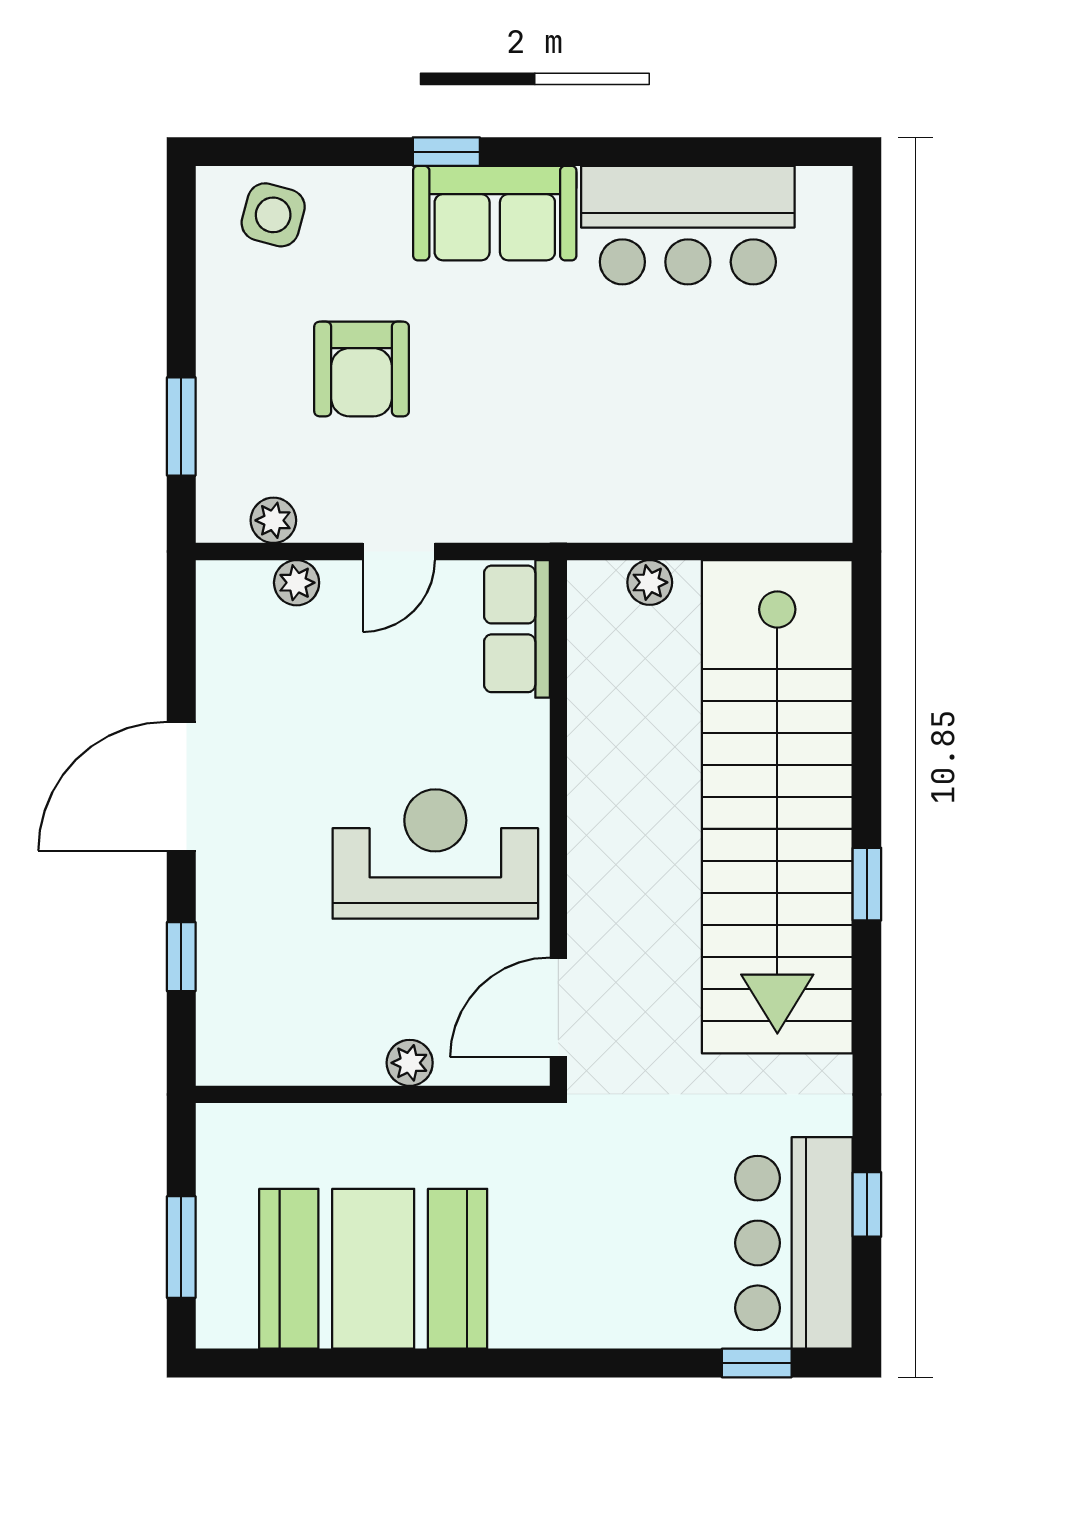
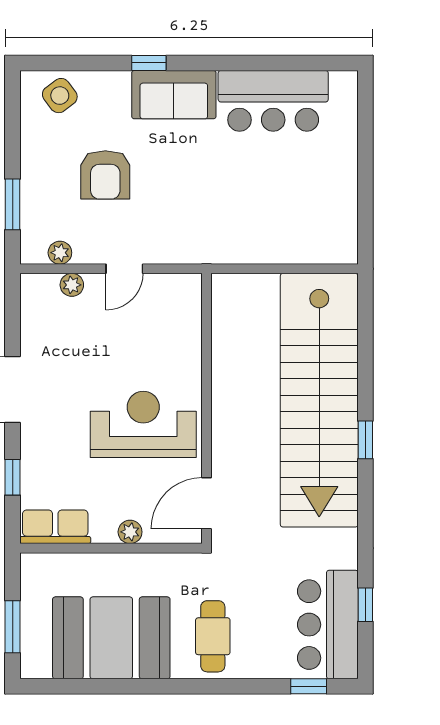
side table: (273, 215) -> (60, 96), turned 38
plant: (650, 582) -> (254, 285), removed
row of seats: (517, 629) -> (55, 527), moved, turned 90
cafe table: (570, 1266) -> (213, 636), added

